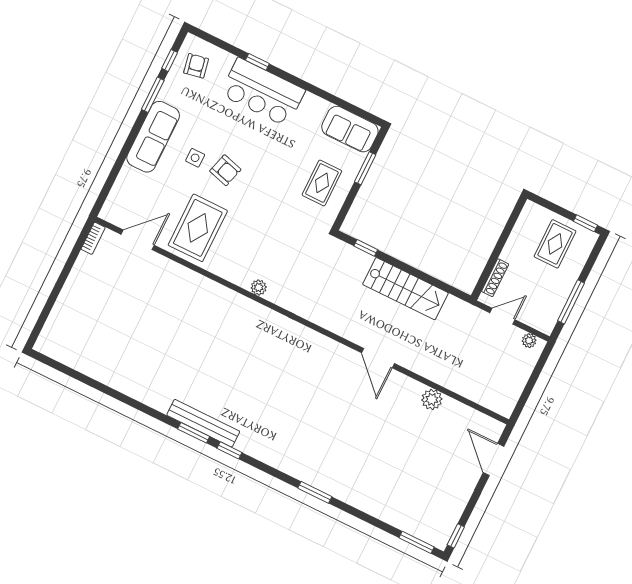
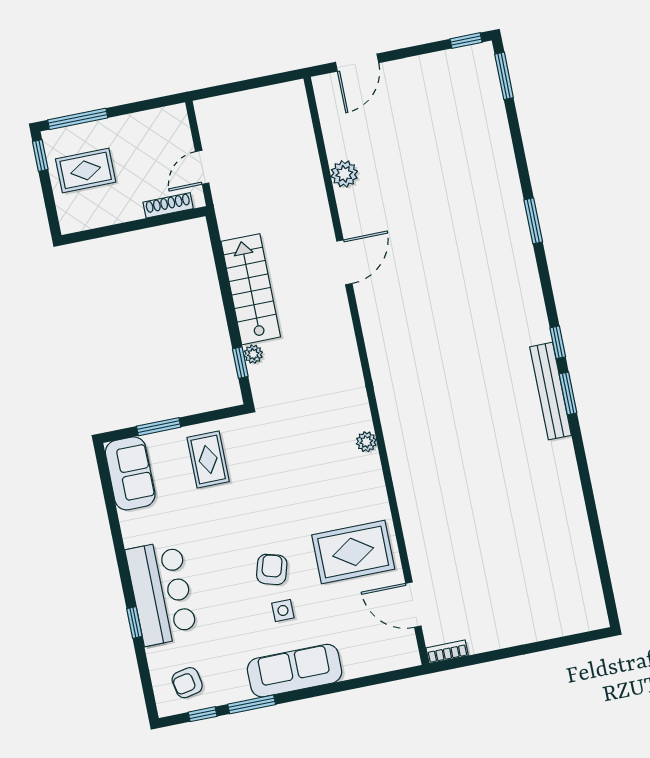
rug: (322, 183) -> (208, 460), turned 90
window: (571, 302) -> (78, 119), moved
door: (502, 316) -> (202, 167), hinge flipped
plant: (529, 341) -> (253, 354), moved

